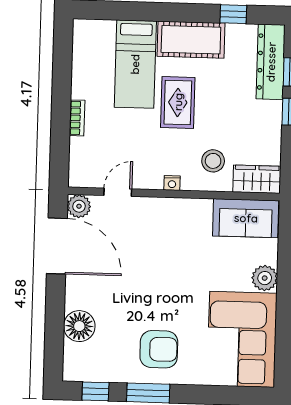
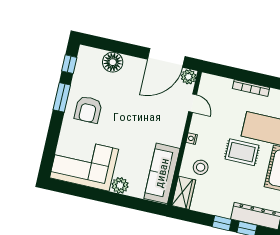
bookcase: (77, 118) -> (251, 88), width x1.56
sofa: (246, 218) -> (162, 173), width x1.36

